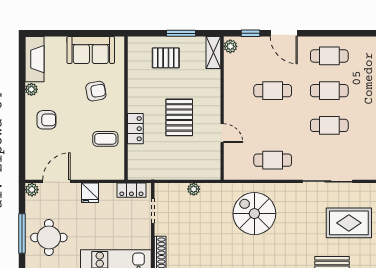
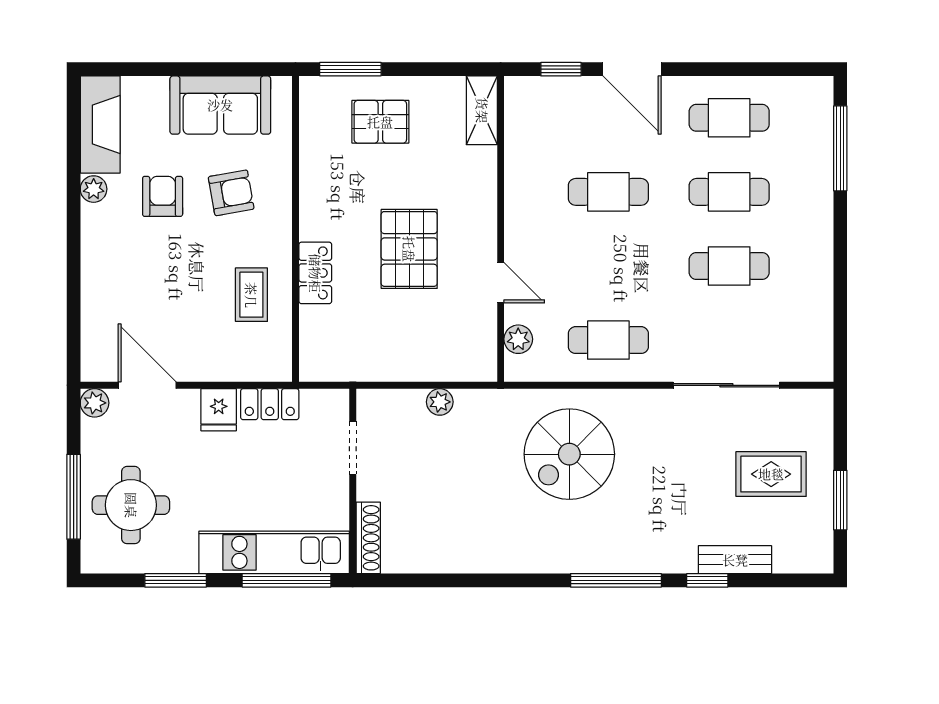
window: (181, 33) -> (350, 69), moved
plant: (230, 46) -> (518, 339), moved
armchair: (46, 120) -> (163, 196), moved, turned -90
coffee table: (105, 139) -> (251, 295), turned 90
door: (56, 181) -> (147, 385), hinge flipped
locker: (131, 190) -> (270, 404), moved
spiral stairs: (254, 214) -> (569, 454), turned -90
rug: (349, 223) -> (771, 474), width x0.73, depth x0.70

